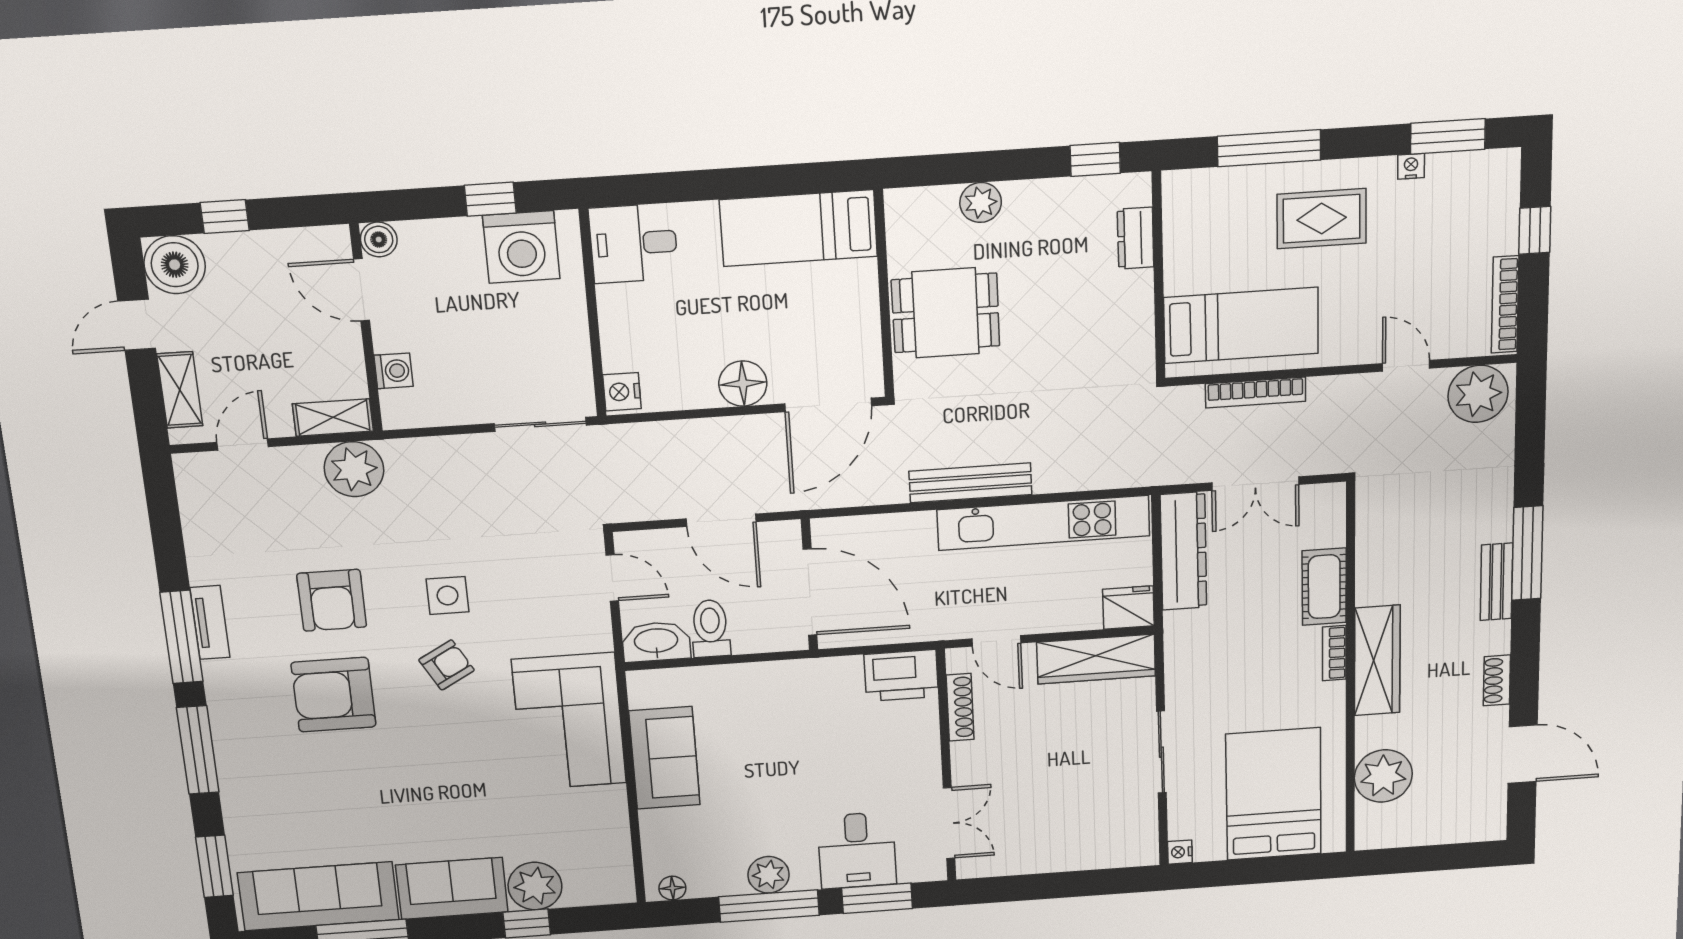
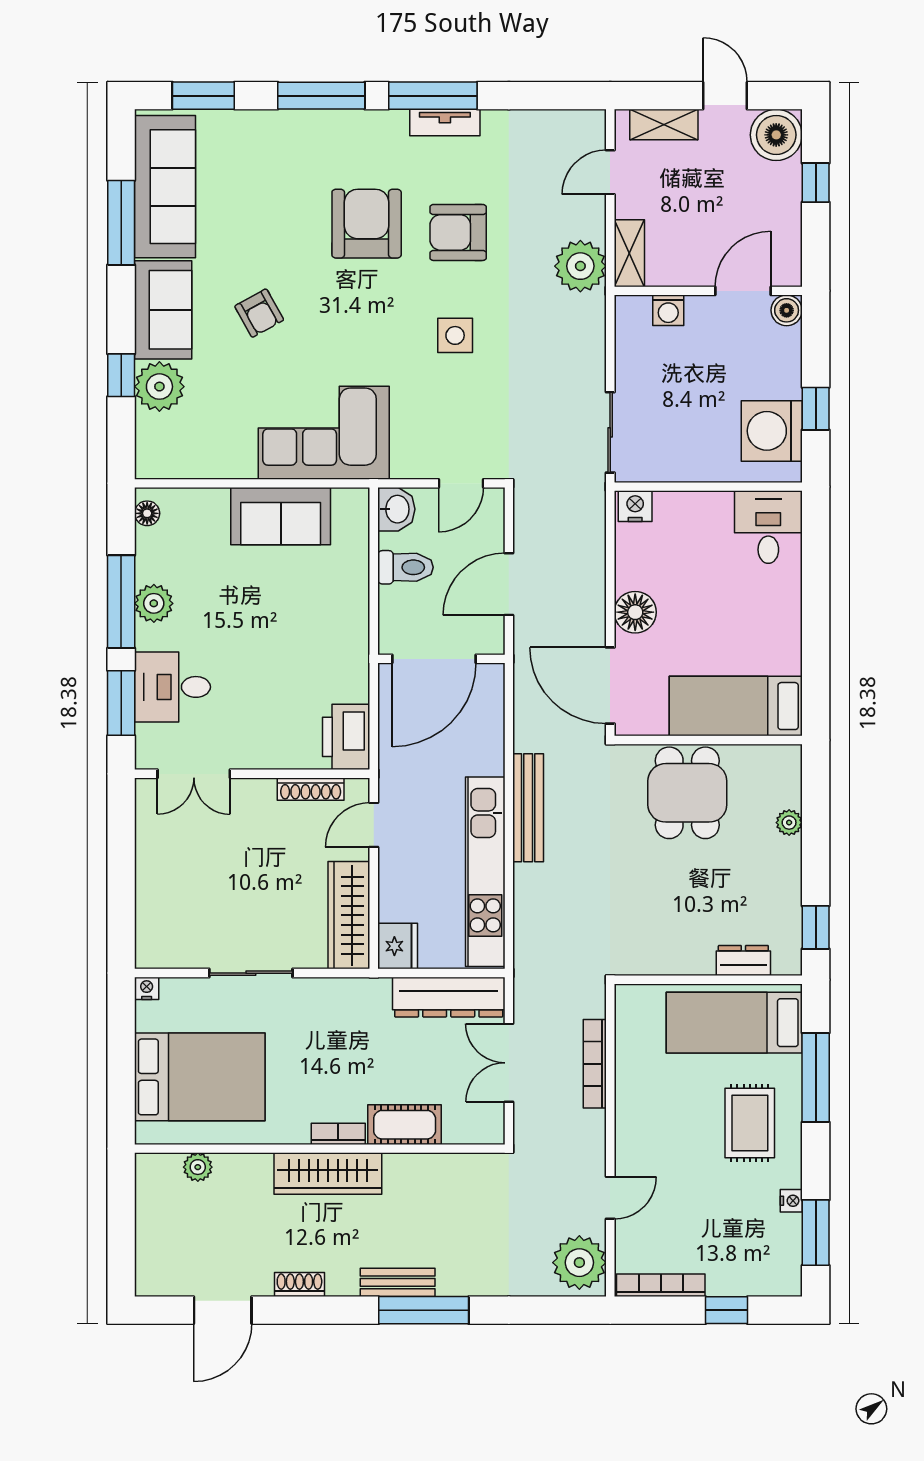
plant: (981, 202) -> (789, 823), width x0.73, depth x0.73
bed: (799, 228) -> (736, 706), moved, turned -90
bed: (1241, 325) -> (734, 1023), moved, turned 90
door: (243, 444) -> (610, 172), swing flipped
washbasin: (656, 642) -> (396, 509), width x0.72
armchair: (447, 665) -> (259, 313), moved
plant: (1383, 776) -> (198, 1167), width x0.53, depth x0.53

